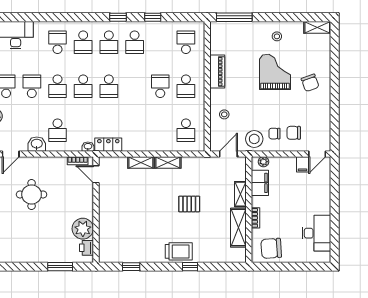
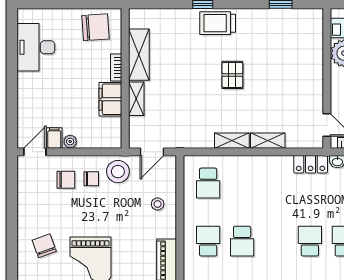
school desk: (186, 130) -> (208, 183), turned 180
plant: (263, 162) -> (70, 142), moved
filing cabinet: (260, 183) -> (110, 99), moved
pallet: (189, 204) -> (232, 75), moved, turned 90

